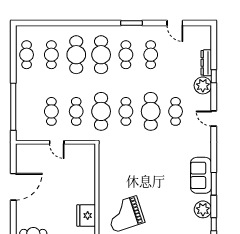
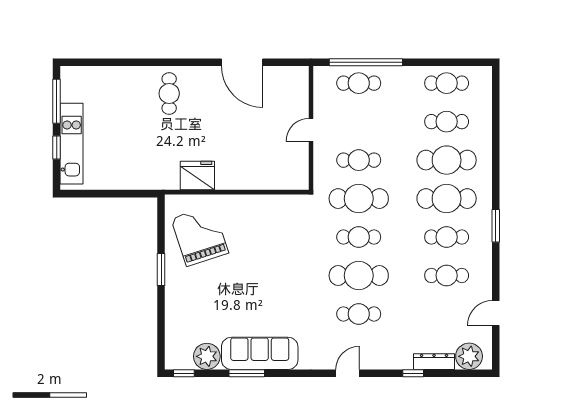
window: (131, 23) -> (496, 226), moved
plant: (203, 85) -> (469, 356), moved
cafe table: (51, 111) -> (359, 83), moved
sofa: (201, 175) -> (260, 353), width x1.36

